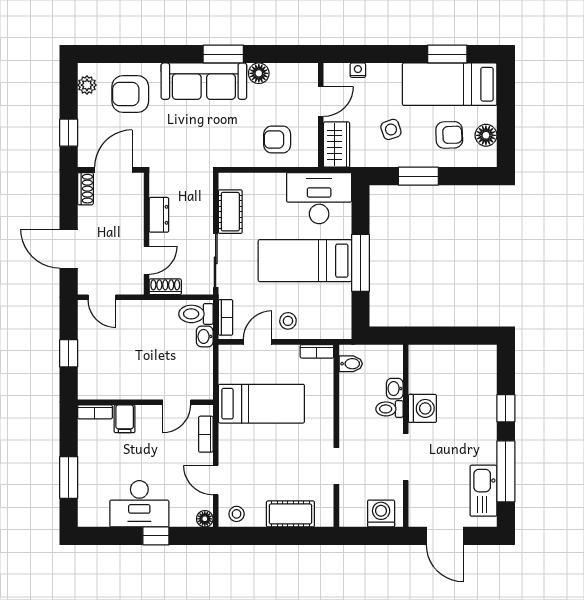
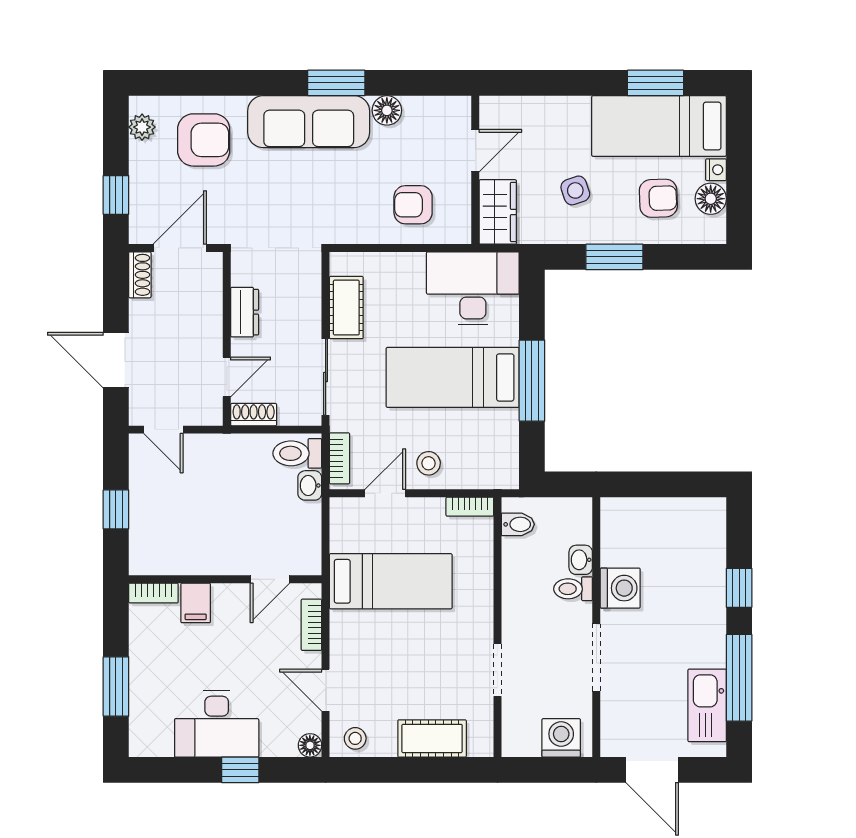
nightstand: (358, 70) -> (716, 170), moved, turned 90
armchair: (130, 94) -> (204, 140), turned 180

